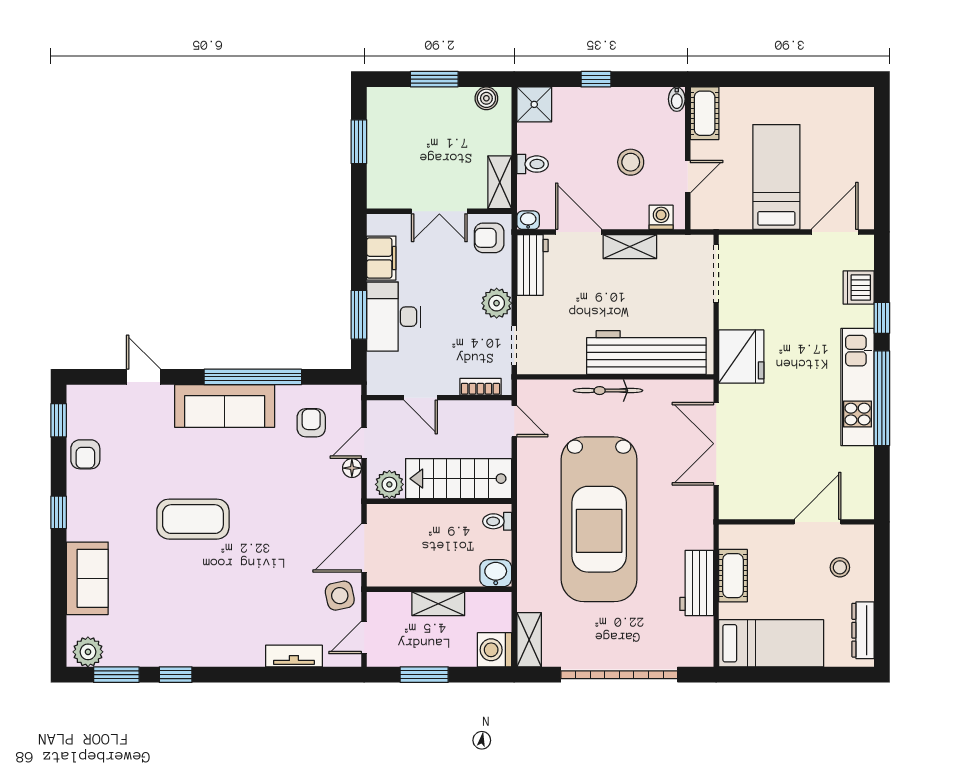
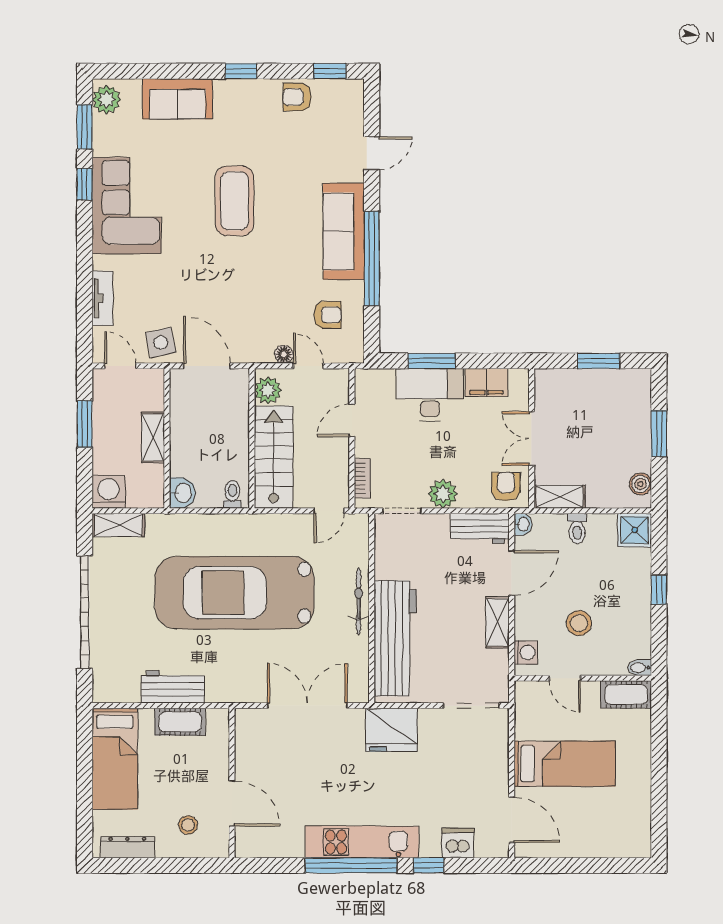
corner sofa: (198, 631) -> (127, 206), added

